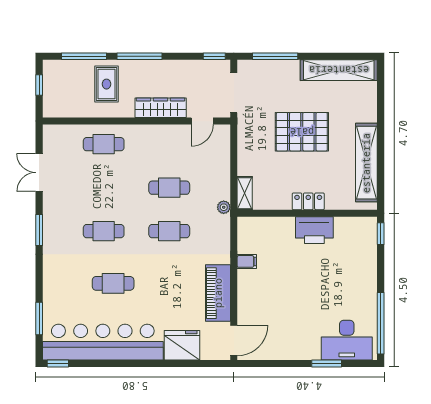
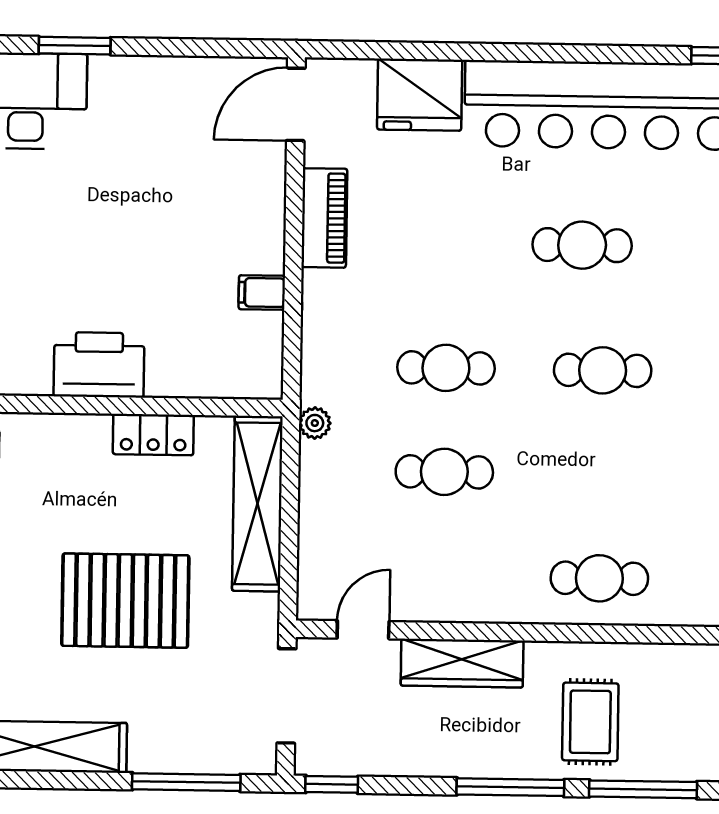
shelving: (245, 193) -> (257, 504), width x2.20, depth x1.33
locker: (308, 201) -> (153, 435), moved
piano: (218, 293) -> (324, 218), width x0.73, depth x0.75

